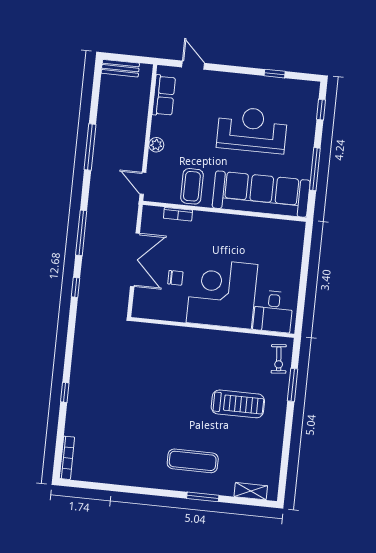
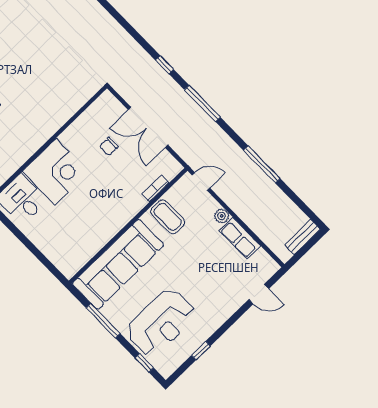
row of seats: (164, 96) -> (240, 238), moved
reception desk: (252, 130) -> (161, 322), moved
corner desk: (222, 293) -> (55, 172), width x0.74, depth x0.74

